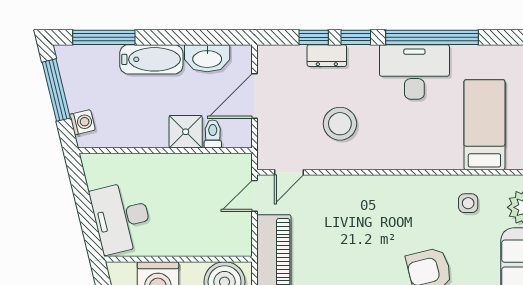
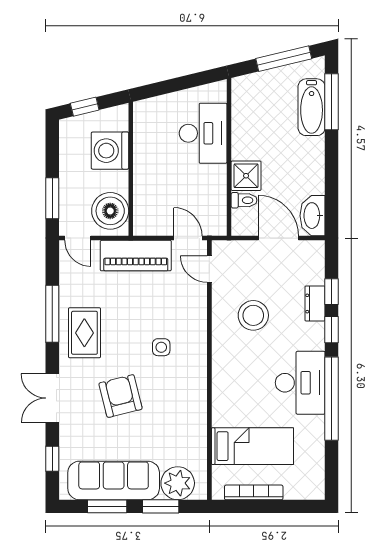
washbasin: (207, 58) -> (313, 216), moved
bathtub: (151, 59) -> (312, 107), moved
washing machine: (82, 122) -> (255, 82), removed
side table: (468, 203) -> (161, 347), moved
desk: (121, 218) -> (203, 133), moved, turned 104

